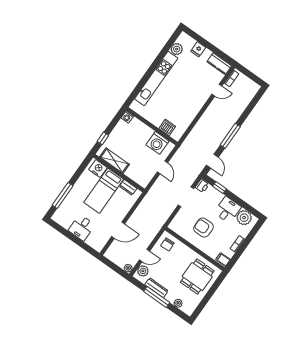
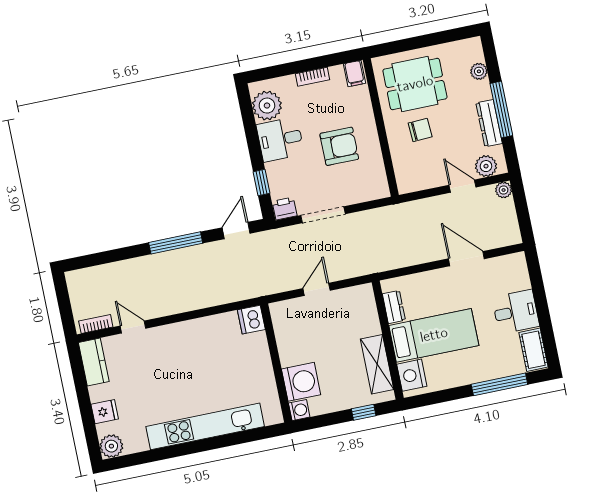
plant: (177, 49) -> (111, 446), moved
dishwasher: (167, 127) -> (251, 320), moved
washing machine: (158, 143) -> (301, 382), moved
cot: (62, 220) -> (534, 350), added
armchair: (204, 228) -> (339, 146), turned -90
chair: (167, 244) -> (420, 130), moved

